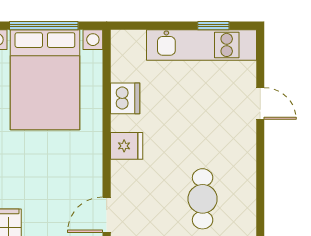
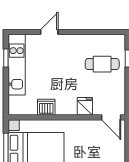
fridge: (127, 146) -> (85, 106), moved

